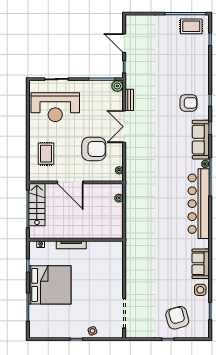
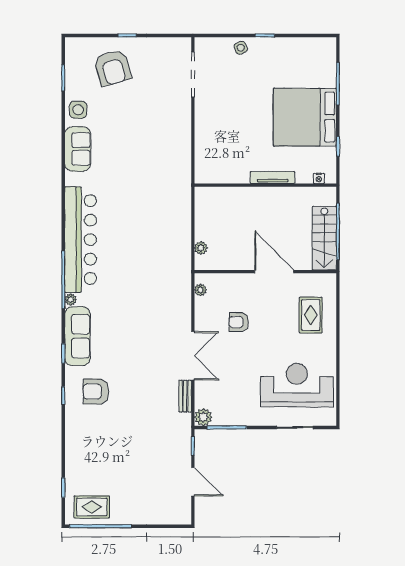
armchair: (94, 149) -> (239, 322), width x0.53, depth x0.53

